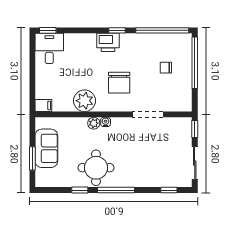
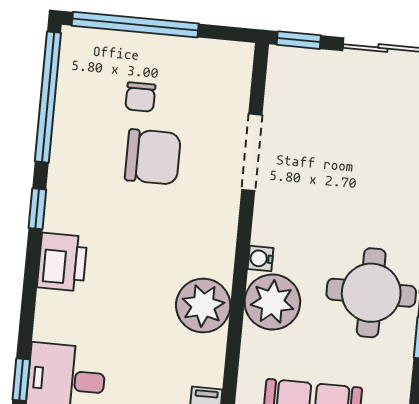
printer: (108, 42) -> (62, 262), moved
chair: (119, 83) -> (153, 157), moved
plant: (94, 123) -> (272, 302), width x1.88, depth x1.88

